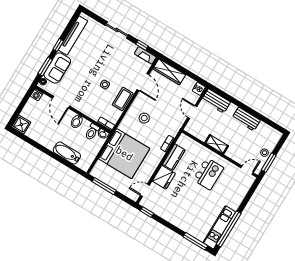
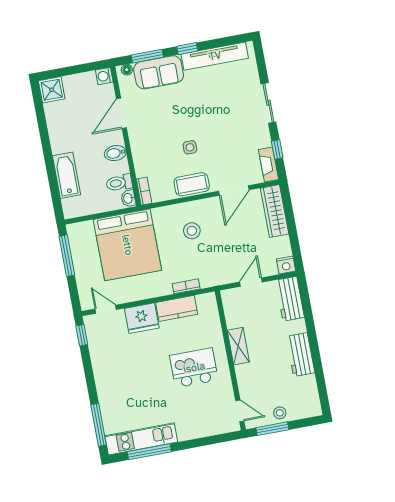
kitchen island: (208, 174) -> (194, 368), turned 180
window: (229, 229) -> (149, 452), width x0.68

